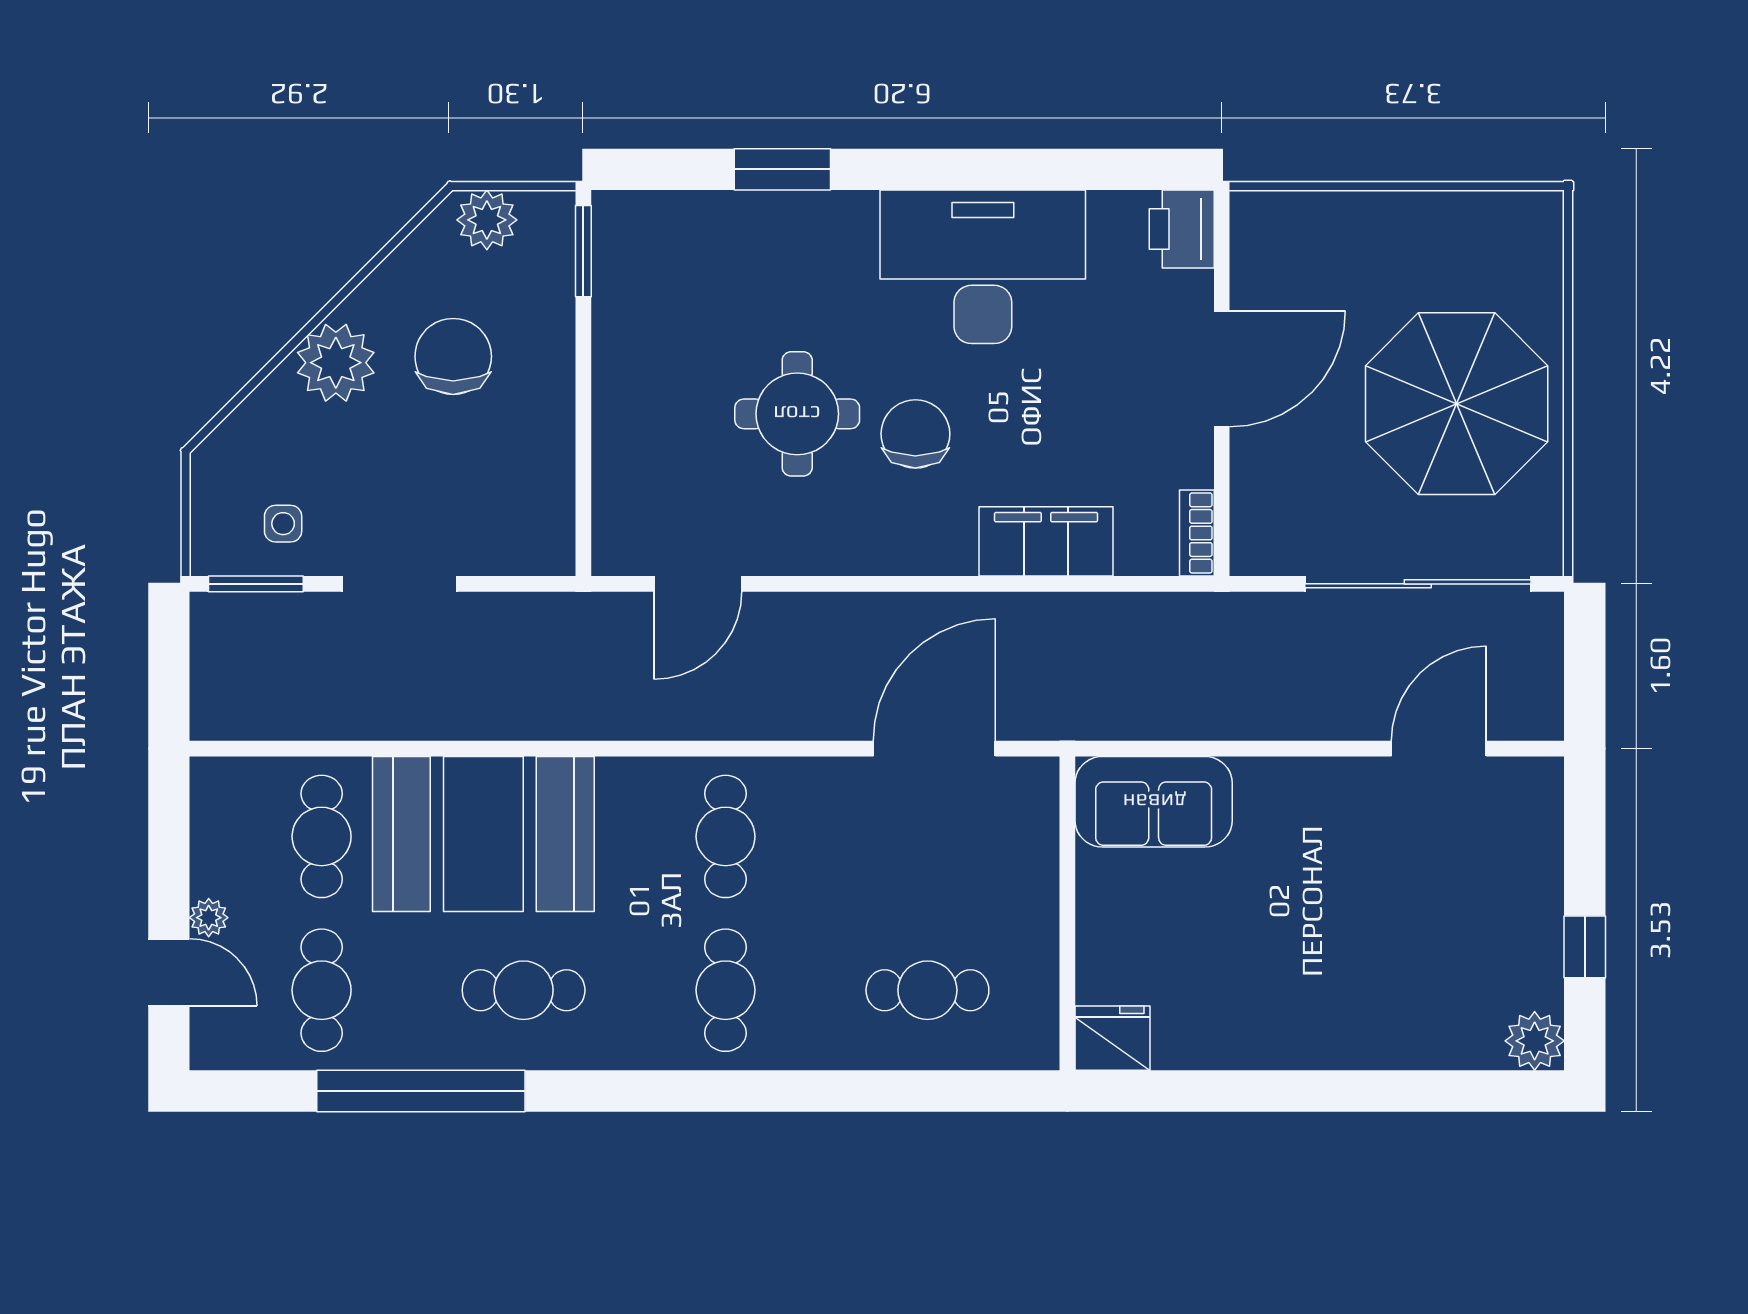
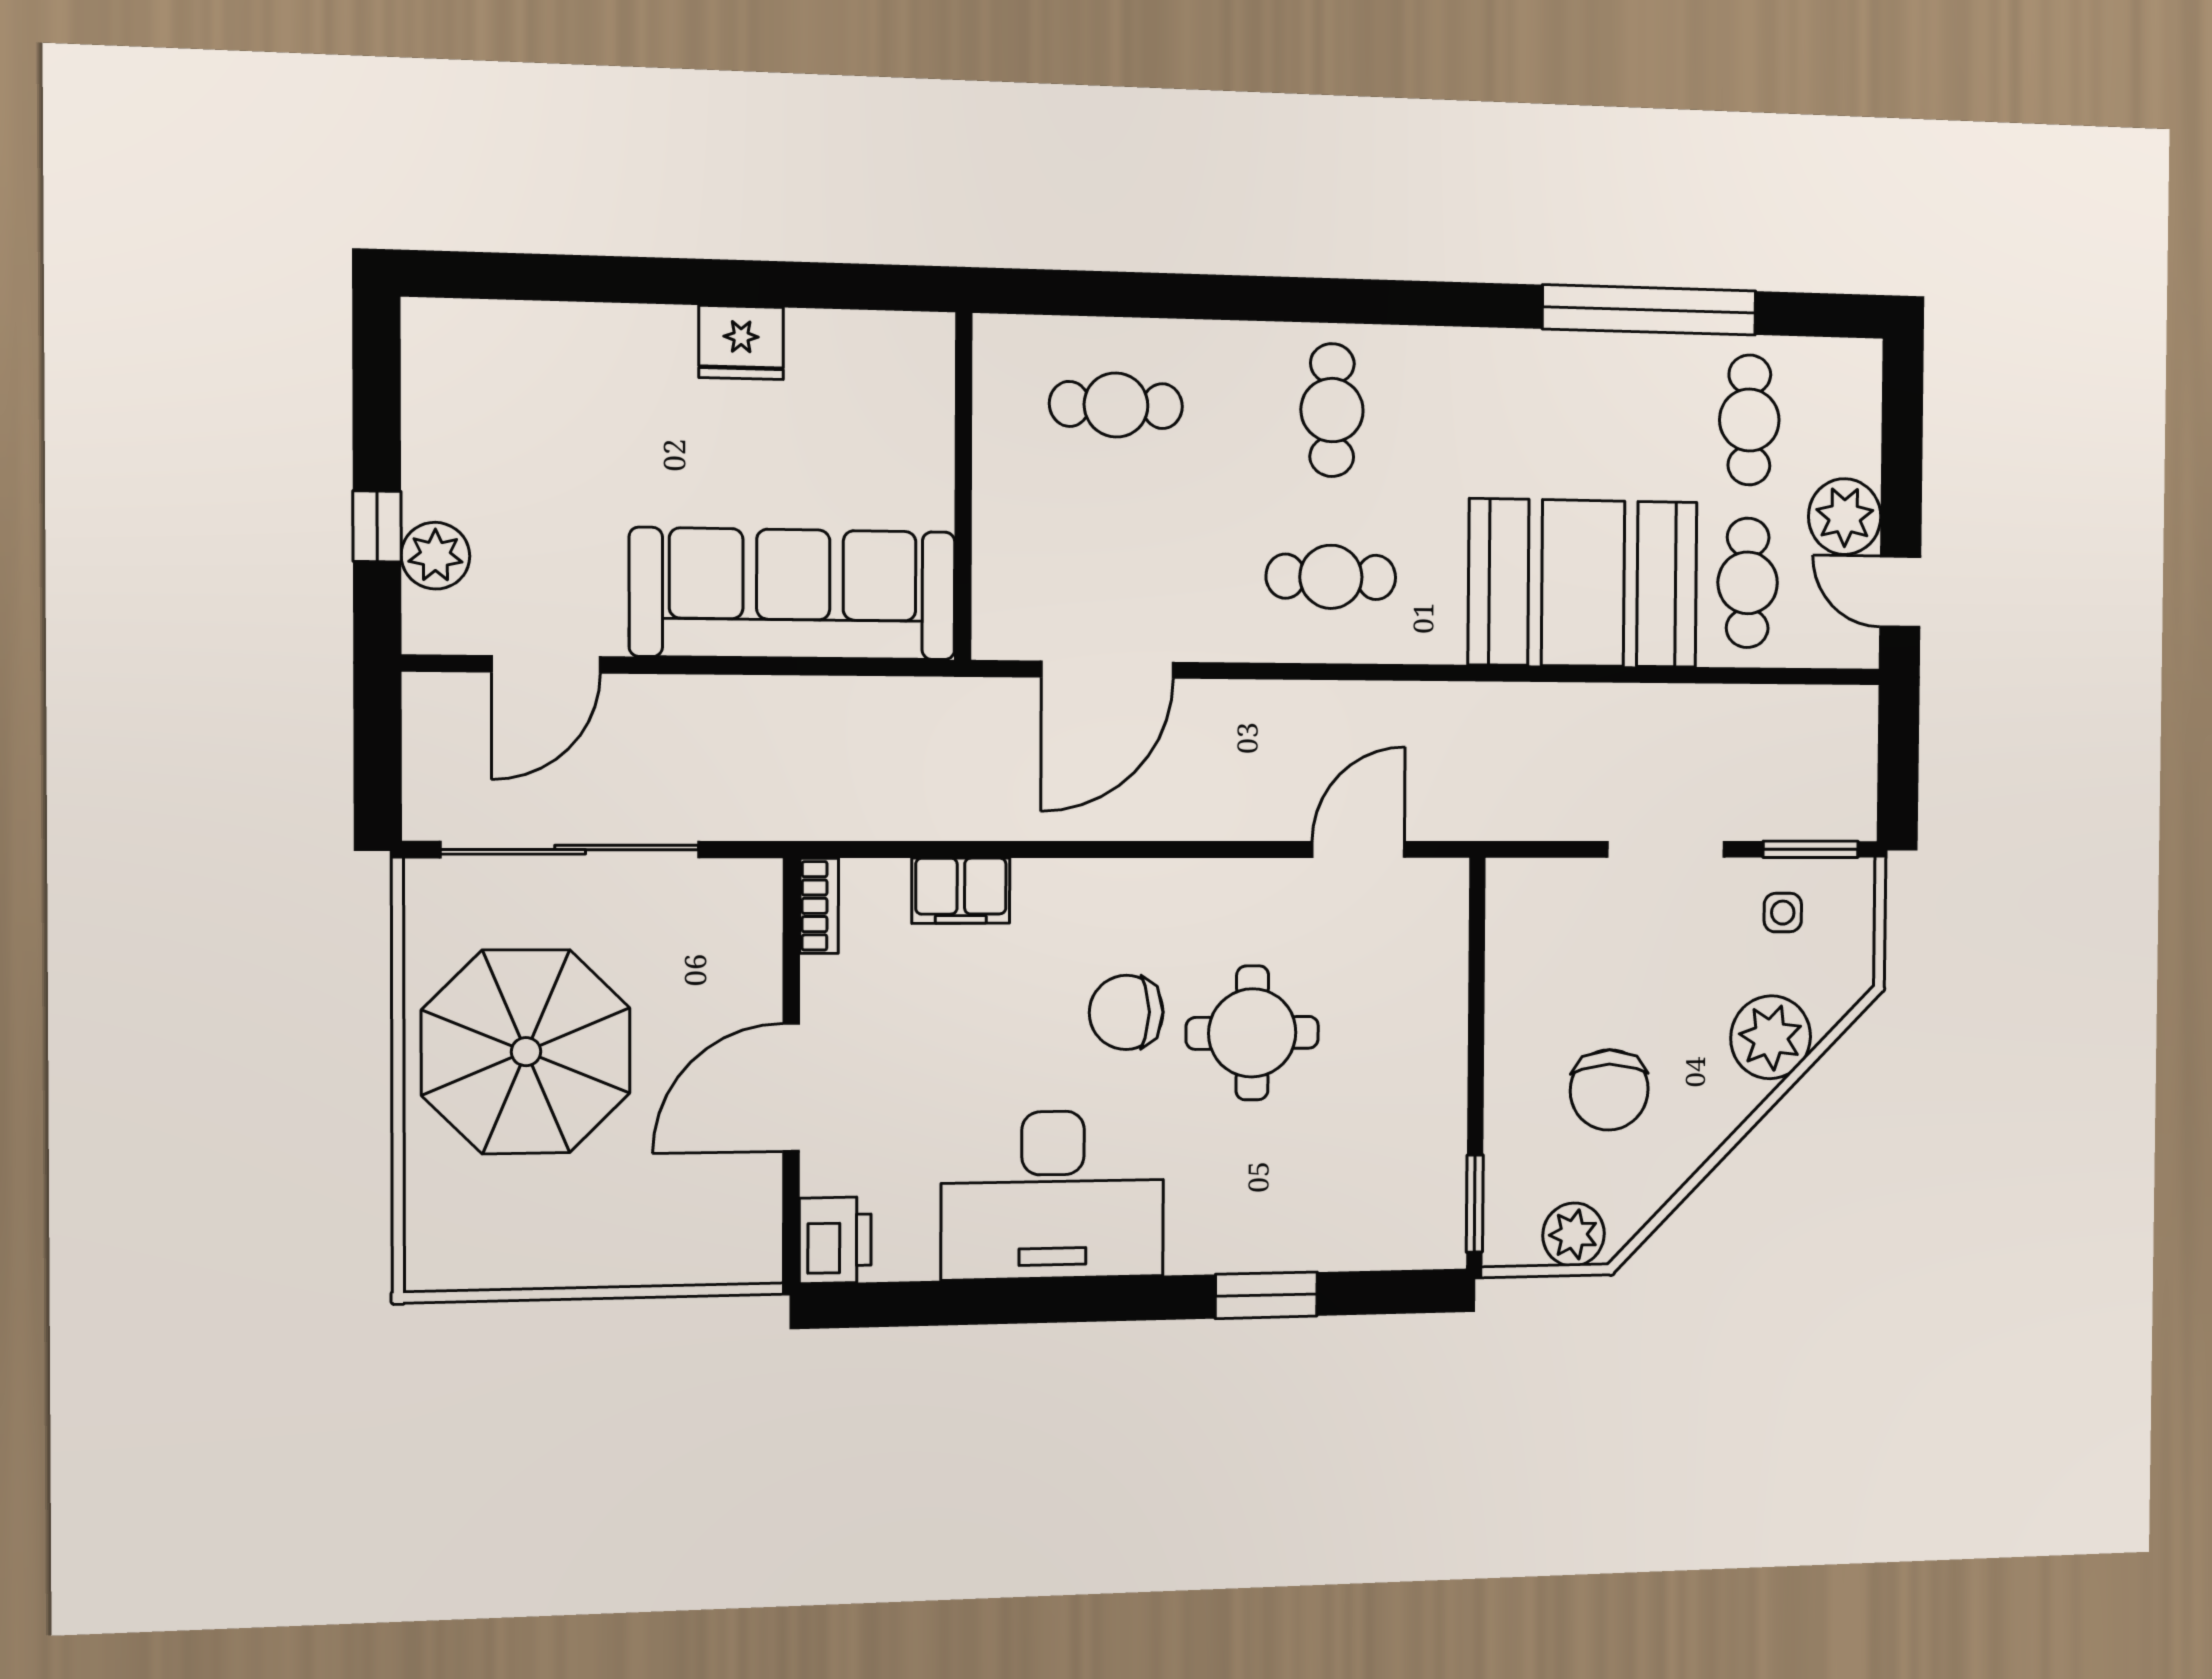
plant: (336, 363) -> (1771, 1037), moved
chair: (915, 434) -> (1126, 1012), turned 90
filing cabinet: (1046, 541) -> (961, 891), width x0.67, depth x0.86
sofa: (1154, 802) -> (793, 594), width x1.85, depth x1.27
cafe table: (726, 836) -> (1331, 577), turned 90
plant: (209, 918) -> (1845, 517), width x1.88, depth x1.88
window: (1585, 947) -> (377, 526), moved
door: (169, 972) -> (1900, 592), moved
cafe table: (524, 990) -> (1543, 415), removed
fridge: (1112, 1038) -> (741, 342), moved
plant: (1535, 1041) -> (435, 556), moved

